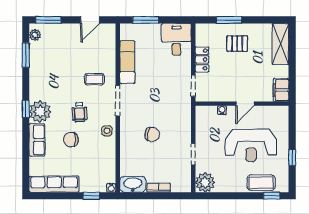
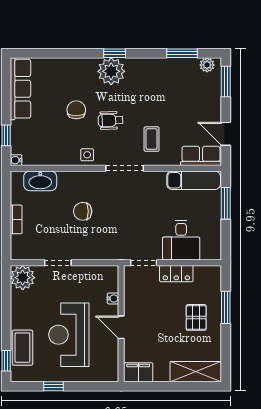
desk: (176, 39) -> (181, 240), moved, turned 90
exam couch: (127, 62) -> (194, 180), moved
chair: (152, 134) -> (83, 211), turned 79
row of seats: (37, 140) -> (201, 156), moved, turned 180
washbasin: (133, 184) -> (40, 181), moved, turned 90

